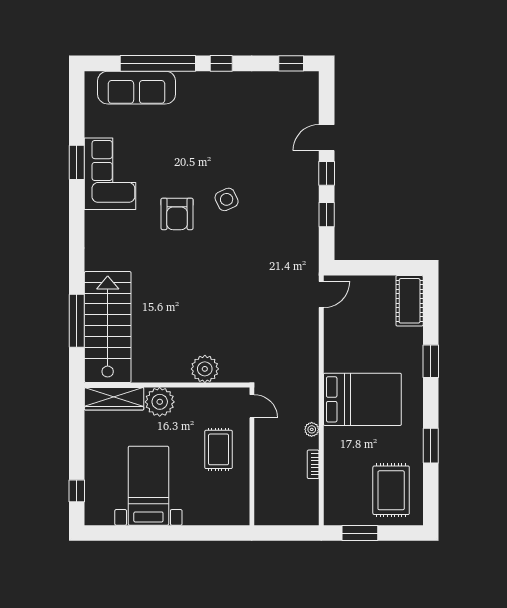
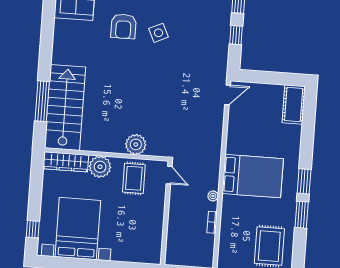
side table: (227, 199) -> (158, 33), moved
window: (431, 361) -> (304, 181), moved
rug: (219, 449) -> (134, 178), moved
bed with nightstands: (148, 486) -> (78, 229), width x1.36

